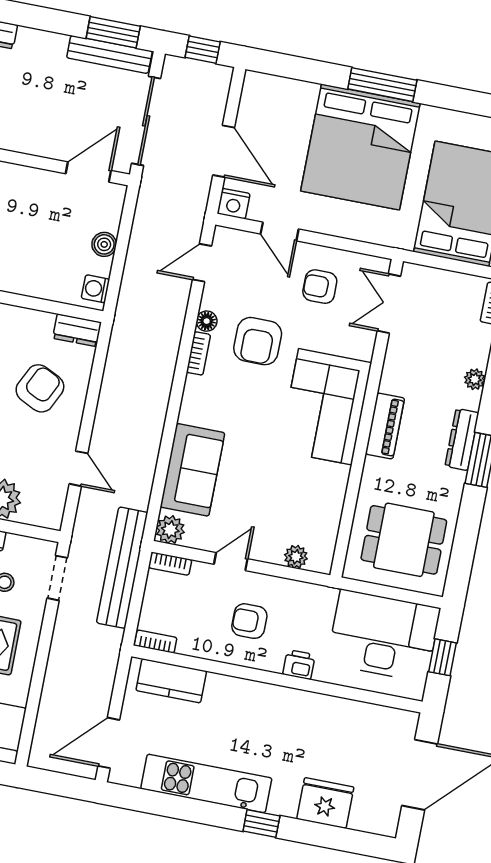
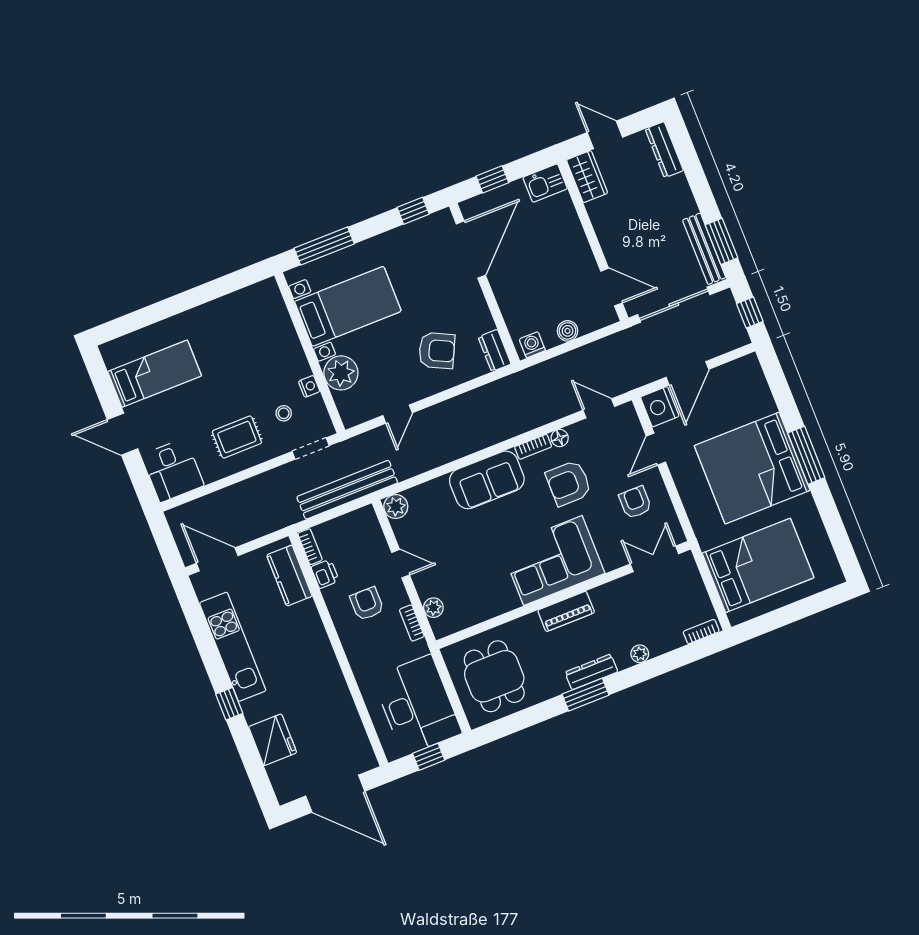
nightstand: (234, 204) -> (660, 407), width x1.36, depth x1.33
sofa: (193, 470) -> (487, 480), moved
bookcase: (170, 564) -> (412, 623), moved
printer: (299, 665) -> (325, 574), moved

